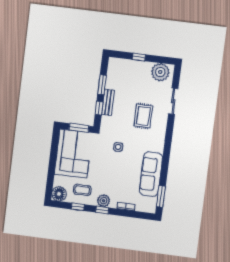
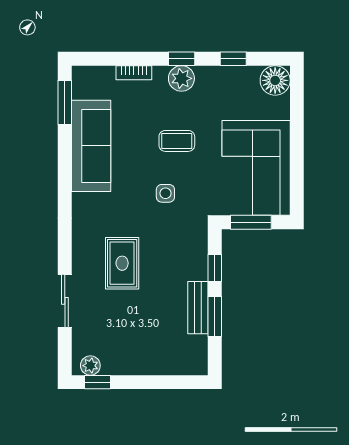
window: (139, 57) -> (98, 382), moved
plant: (160, 72) -> (90, 366), width x0.53, depth x0.53
bench: (108, 102) -> (198, 308), moved
coffee table: (82, 190) -> (177, 141), moved

